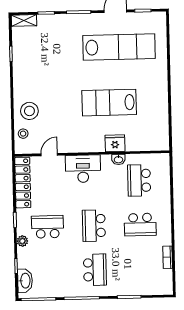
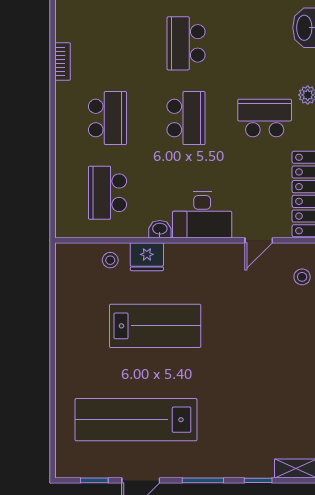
stool: (29, 111) -> (110, 260), moved, width x0.53, depth x0.53
washbasin: (118, 159) -> (160, 229), moved
school desk: (139, 180) -> (107, 193), turned 180
school desk: (140, 225) -> (107, 118), turned 90
school desk: (48, 227) -> (265, 118), turned 180

